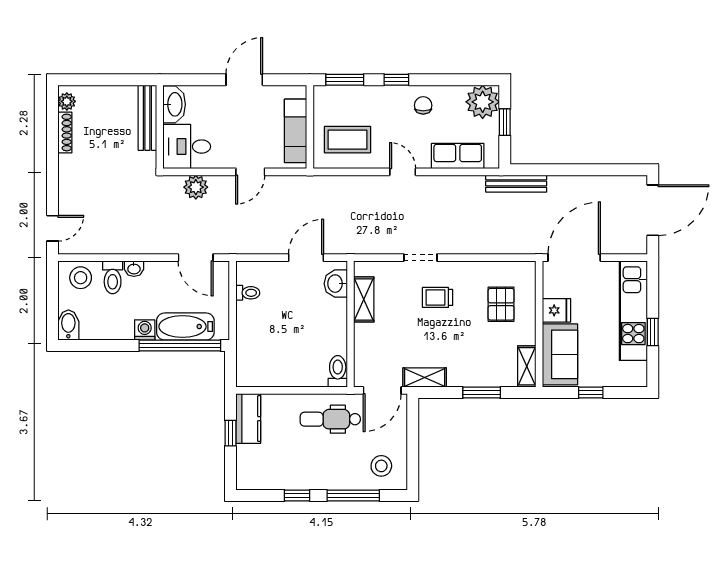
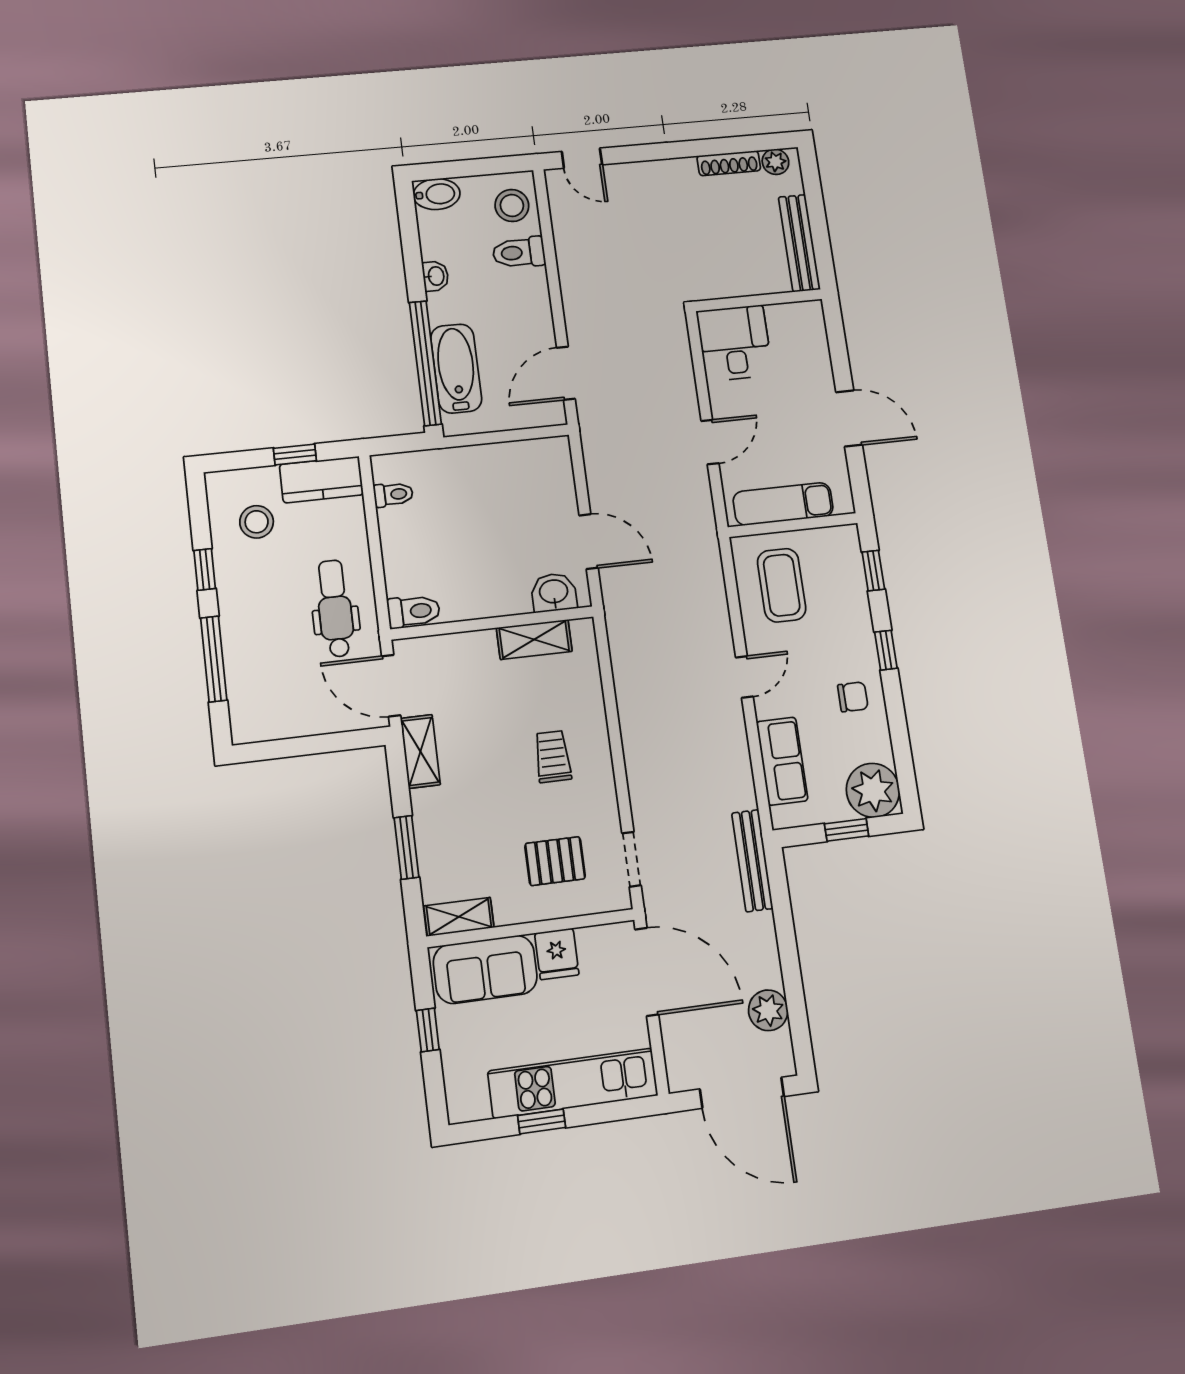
window: (345, 80) -> (873, 571), width x0.67
washbasin: (174, 104) -> (795, 318), removed
bench: (147, 118) -> (799, 243), moved, turned 90
door: (250, 172) -> (710, 442), swing flipped
plant: (196, 187) -> (768, 1010), moved
doorway: (420, 258) -> (632, 859), moved
washbasin: (134, 269) -> (435, 276), moved, turned 180
toilet: (248, 293) -> (393, 494), moved, turned -90
washing machine: (145, 330) -> (443, 308), removed
stool: (381, 466) -> (257, 522), moved

